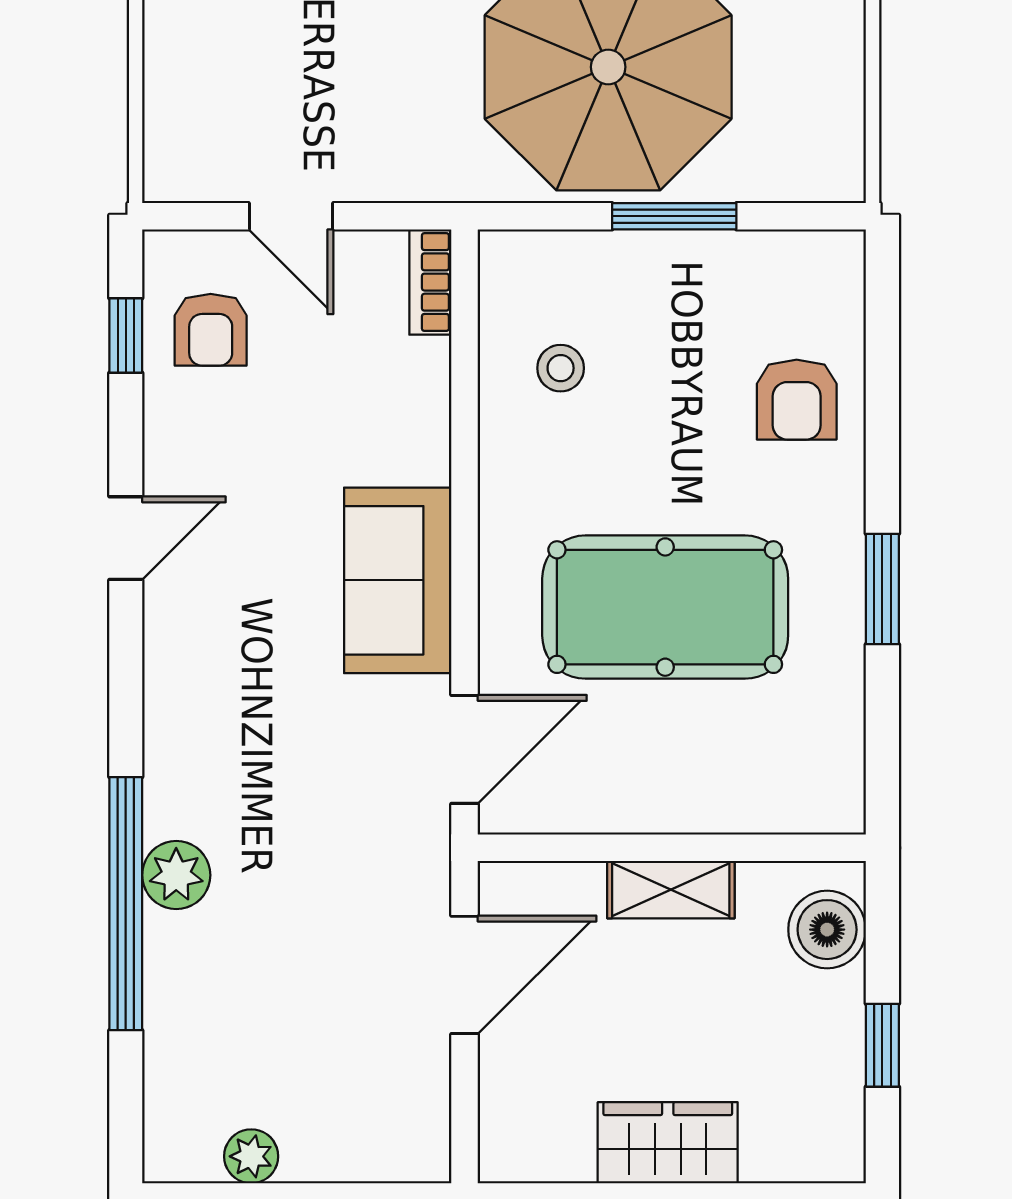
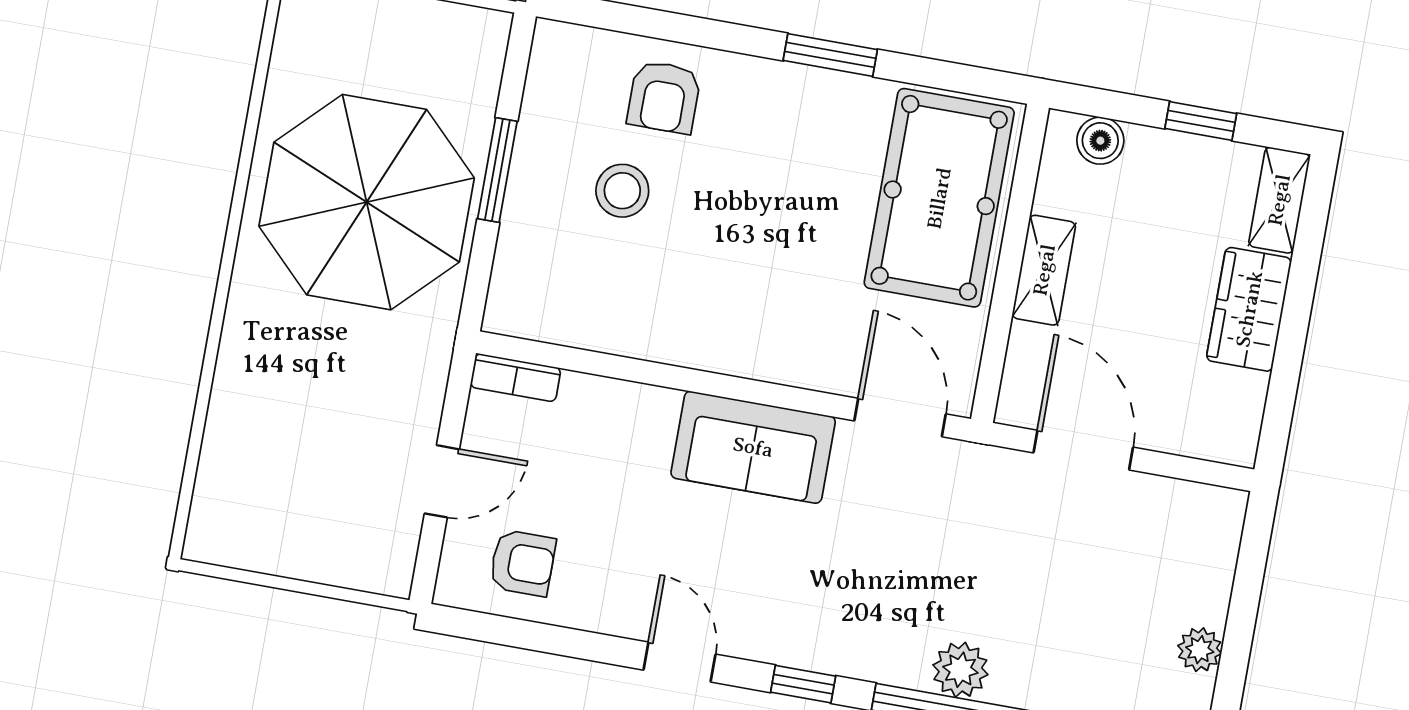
window: (126, 335) -> (803, 684), moved
stool: (561, 368) -> (622, 191), moved, width x1.37, depth x1.37
armchair: (797, 400) -> (664, 97), turned 90
pool table: (665, 607) -> (939, 198), moved
boiler: (827, 930) -> (1100, 141), width x0.73, depth x0.73
shelving: (804, 1156) -> (1279, 200), added

